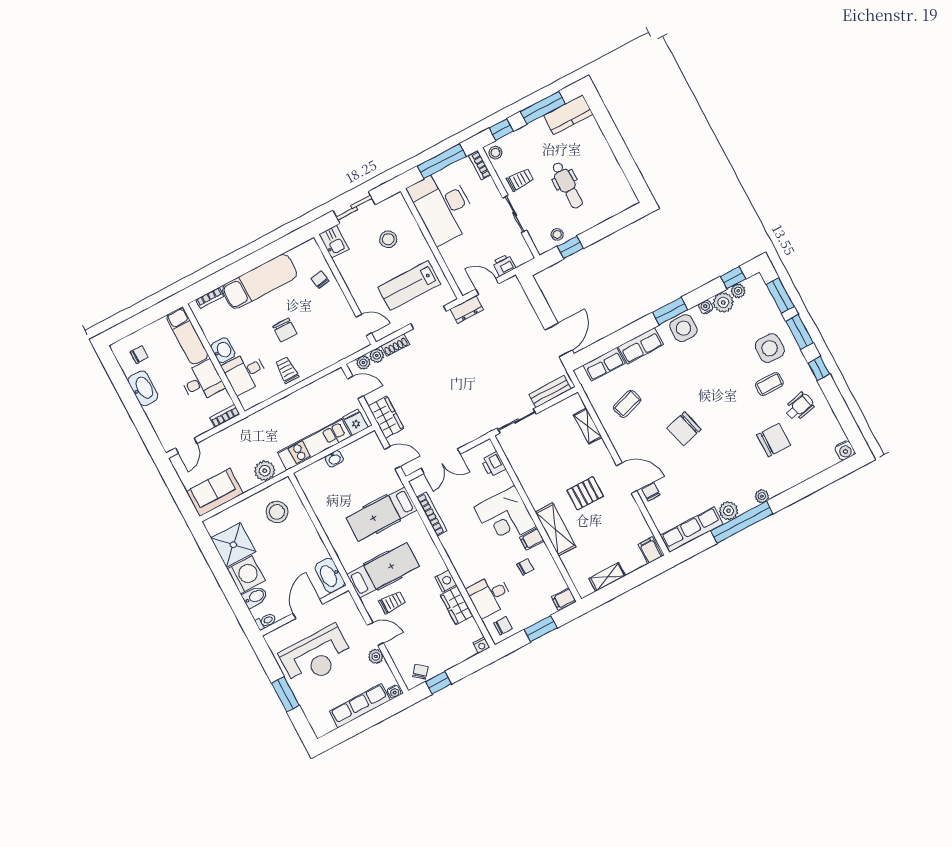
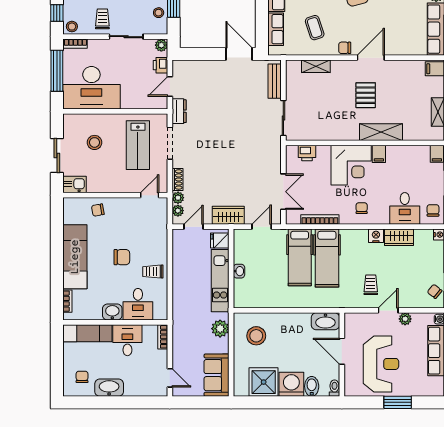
plant: (525, 255) -> (161, 45), added
chair: (651, 492) -> (345, 48), moved
chair: (525, 567) -> (362, 208), moved
hospital bed: (383, 570) -> (327, 258), moved, turned 180

